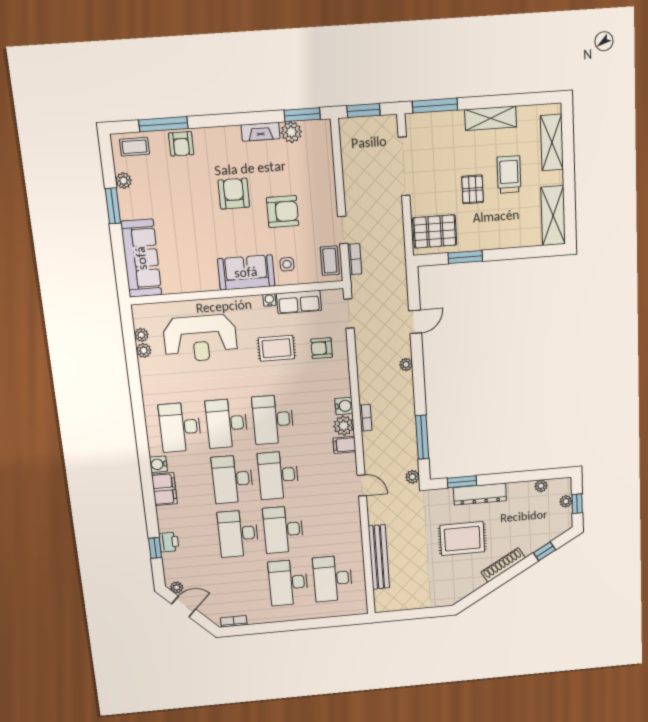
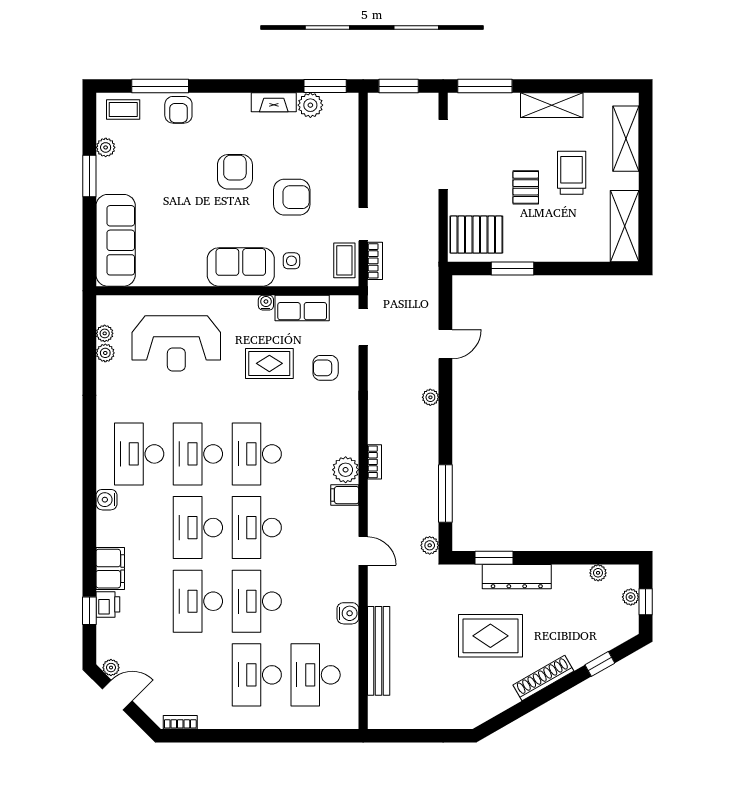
water cooler: (344, 406) -> (348, 613), moved
filing cabinet: (164, 489) -> (110, 569), moved

